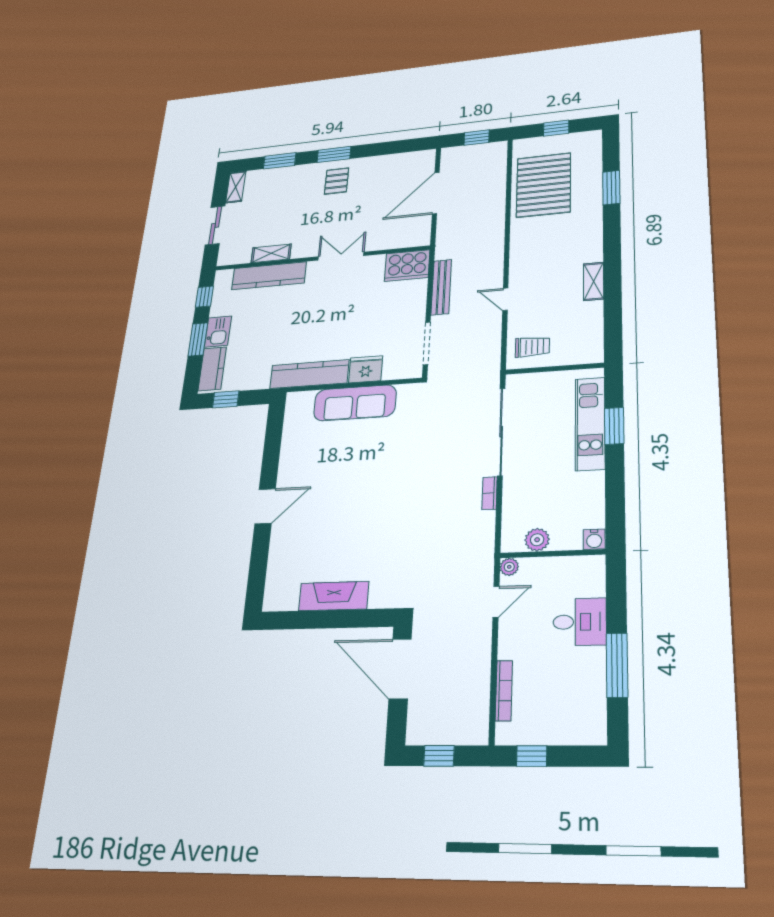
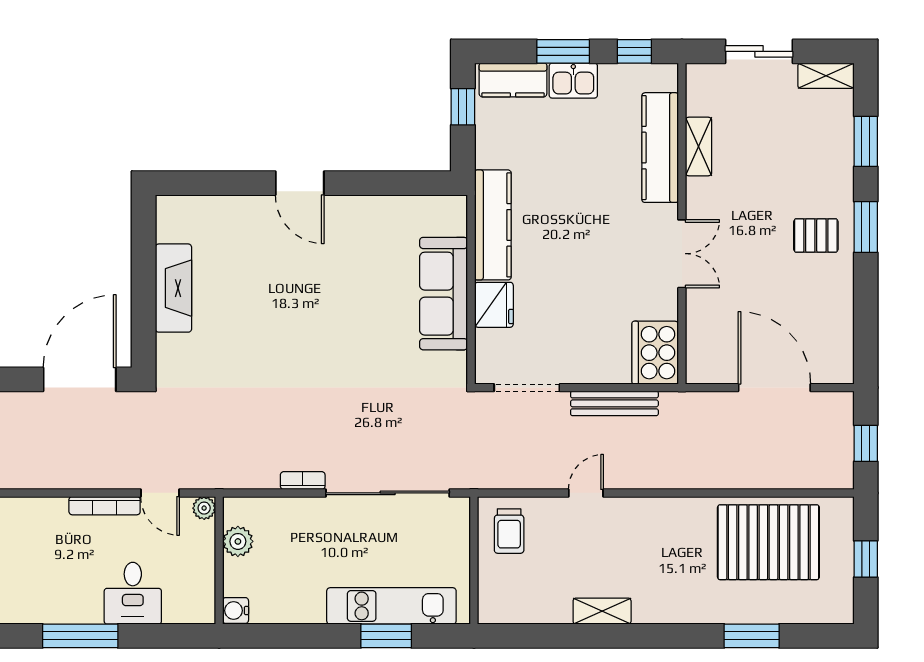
bookcase: (504, 691) -> (105, 506), moved

